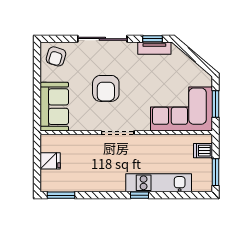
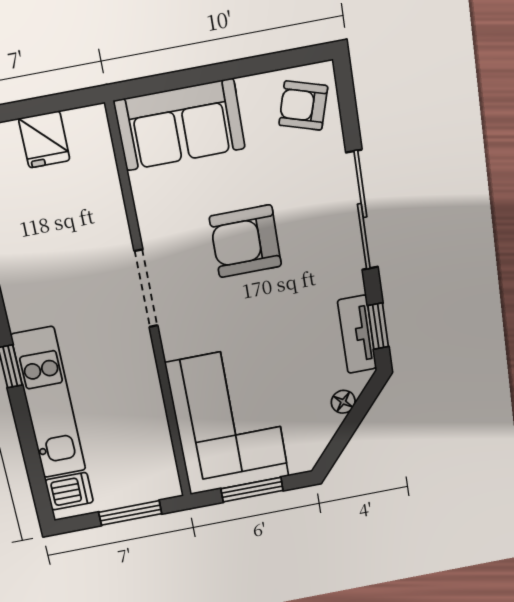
floor lamp: (183, 58) -> (343, 402), added
dishwasher: (203, 151) -> (69, 491), moved, turned 90
window: (215, 172) -> (130, 513), moved

